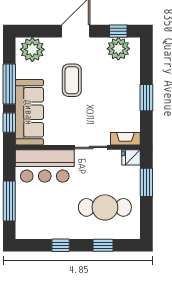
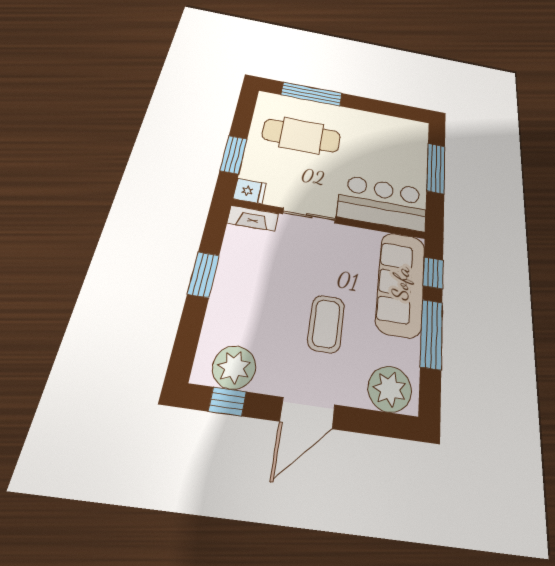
window: (61, 245) -> (369, 105), removed
window: (103, 245) -> (312, 94), width x2.17

